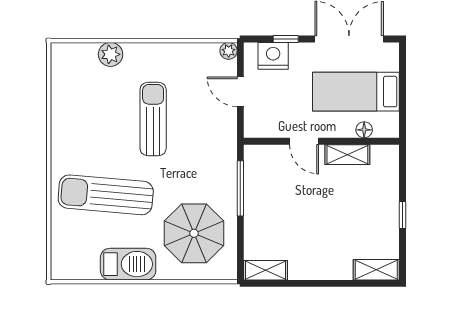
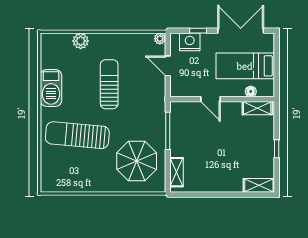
shelving: (347, 155) -> (257, 108), moved
barbecue: (128, 264) -> (51, 88), moved, turned 90
shelving: (266, 270) -> (177, 172), moved, turned 90

